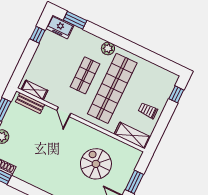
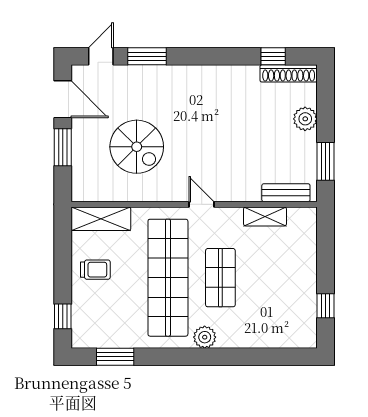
window: (75, 20) -> (115, 357), moved
freezer: (60, 27) -> (296, 335), removed
shelving: (34, 90) -> (265, 216), moved
door: (64, 112) -> (201, 204), moved

